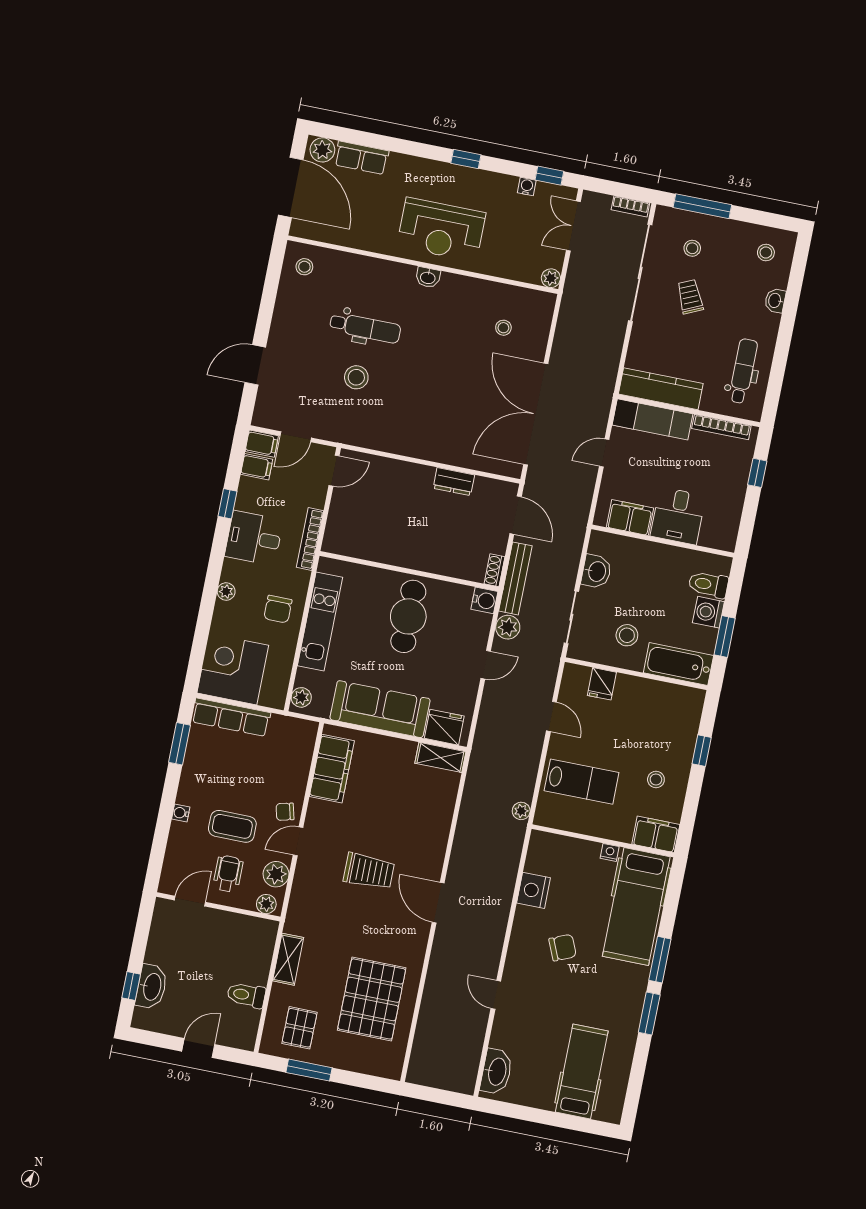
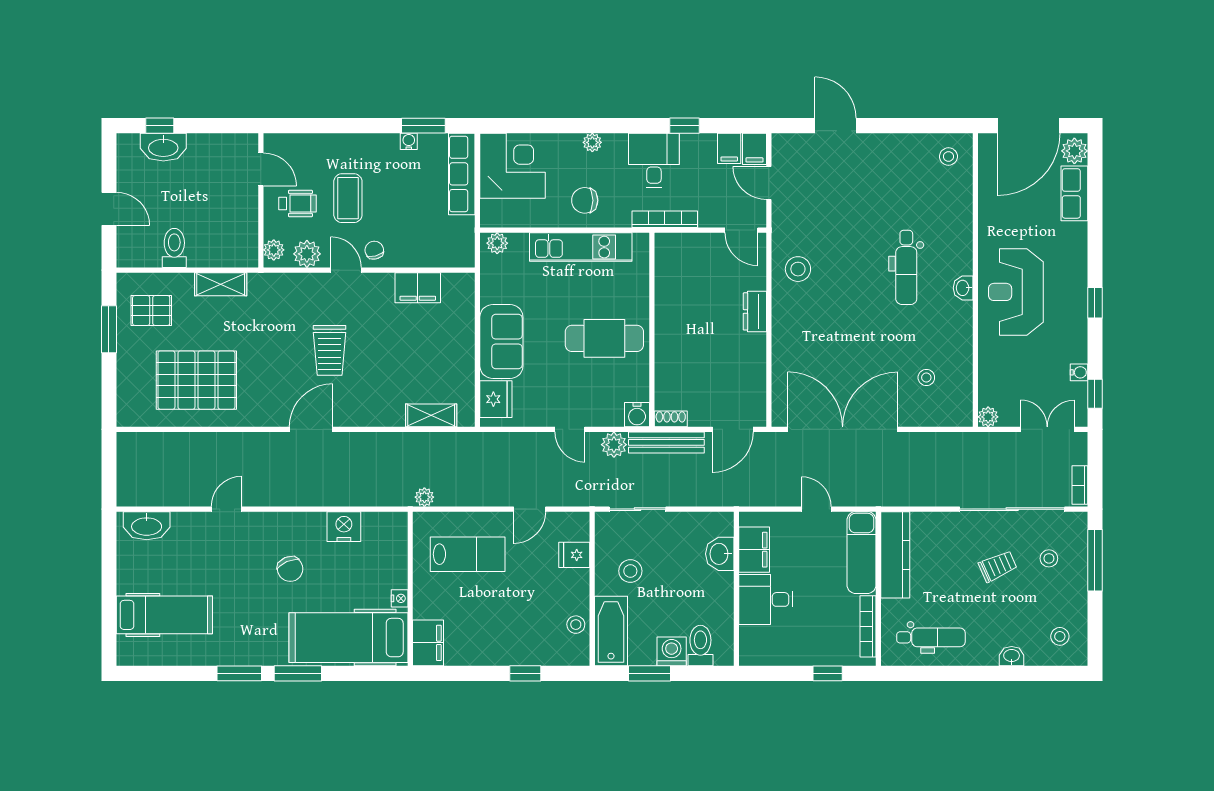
dental chair: (365, 328) -> (906, 267), moved
stool: (356, 377) -> (798, 269), moved
dresser: (454, 482) -> (755, 311), moved
washbasin: (596, 571) -> (720, 554), moved, turned 90
sofa: (380, 709) -> (501, 342), width x0.73
shelving: (440, 757) -> (431, 415), moved, turned 90
filing cabinet: (332, 769) -> (418, 288), width x0.67, depth x0.86
stool: (656, 780) -> (576, 625), moved
lab bench: (582, 782) -> (468, 554), turned -90
water cooler: (181, 813) -> (409, 141), moved

